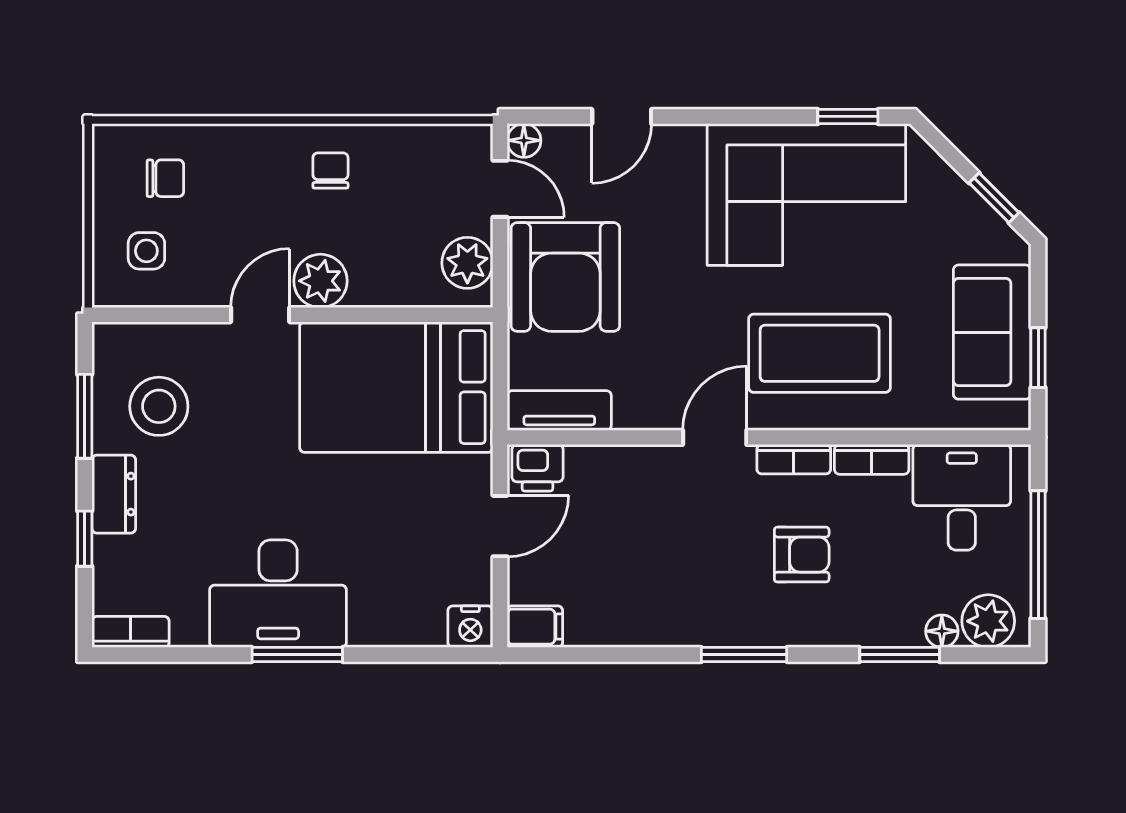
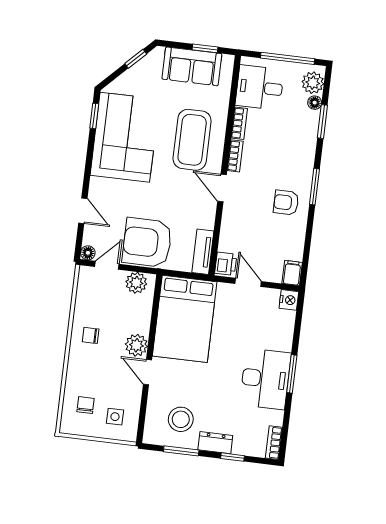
armchair: (565, 277) -> (147, 242), turned 180
armchair: (802, 555) -> (286, 203), moved, turned -90

